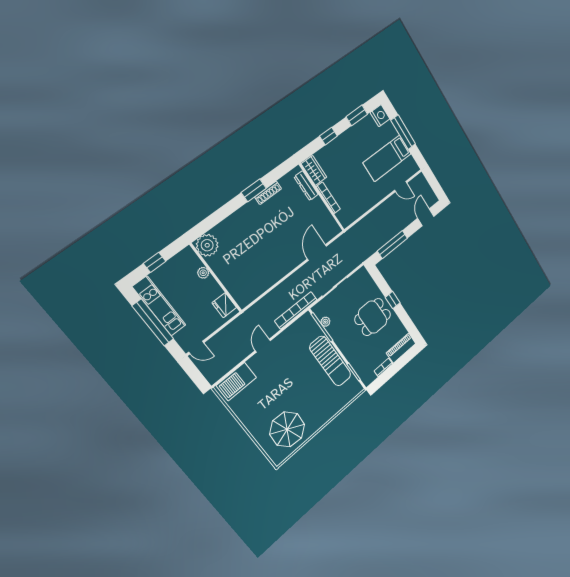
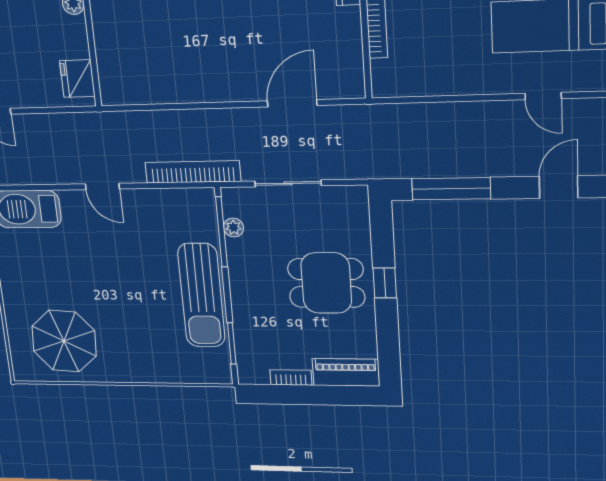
door: (263, 346) -> (102, 186), swing flipped

